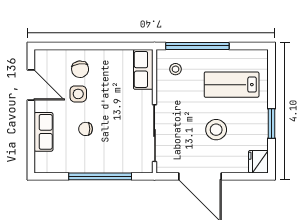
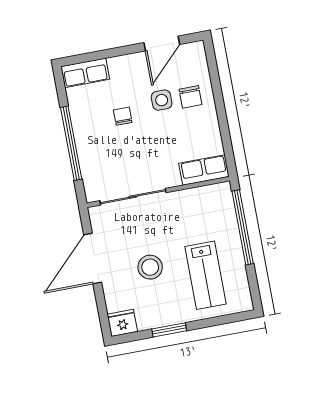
chair: (80, 69) -> (190, 97), turned -83
stool: (176, 69) -> (211, 207), removed
lab bench: (232, 85) -> (206, 275), turned 180
row of seats: (43, 132) -> (85, 73), moved

